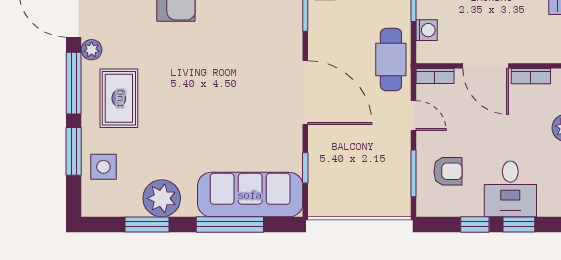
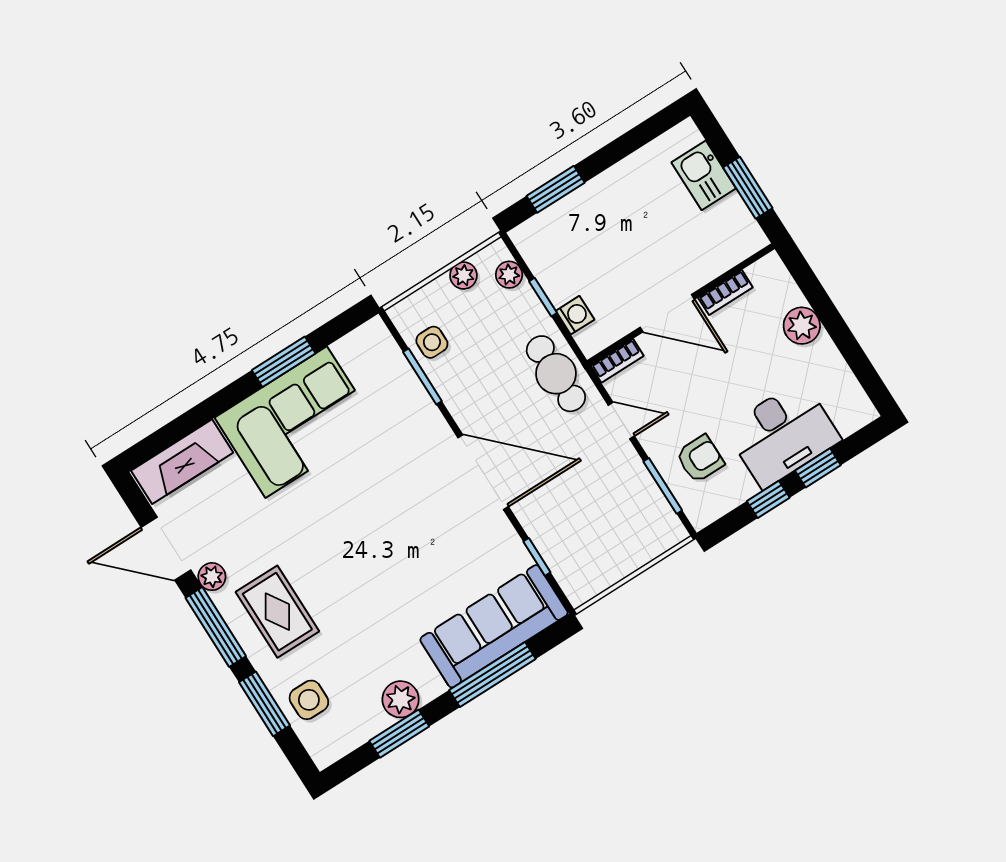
desk: (510, 189) -> (783, 434), width x1.37
plant: (162, 198) -> (401, 699), width x0.73, depth x0.73

